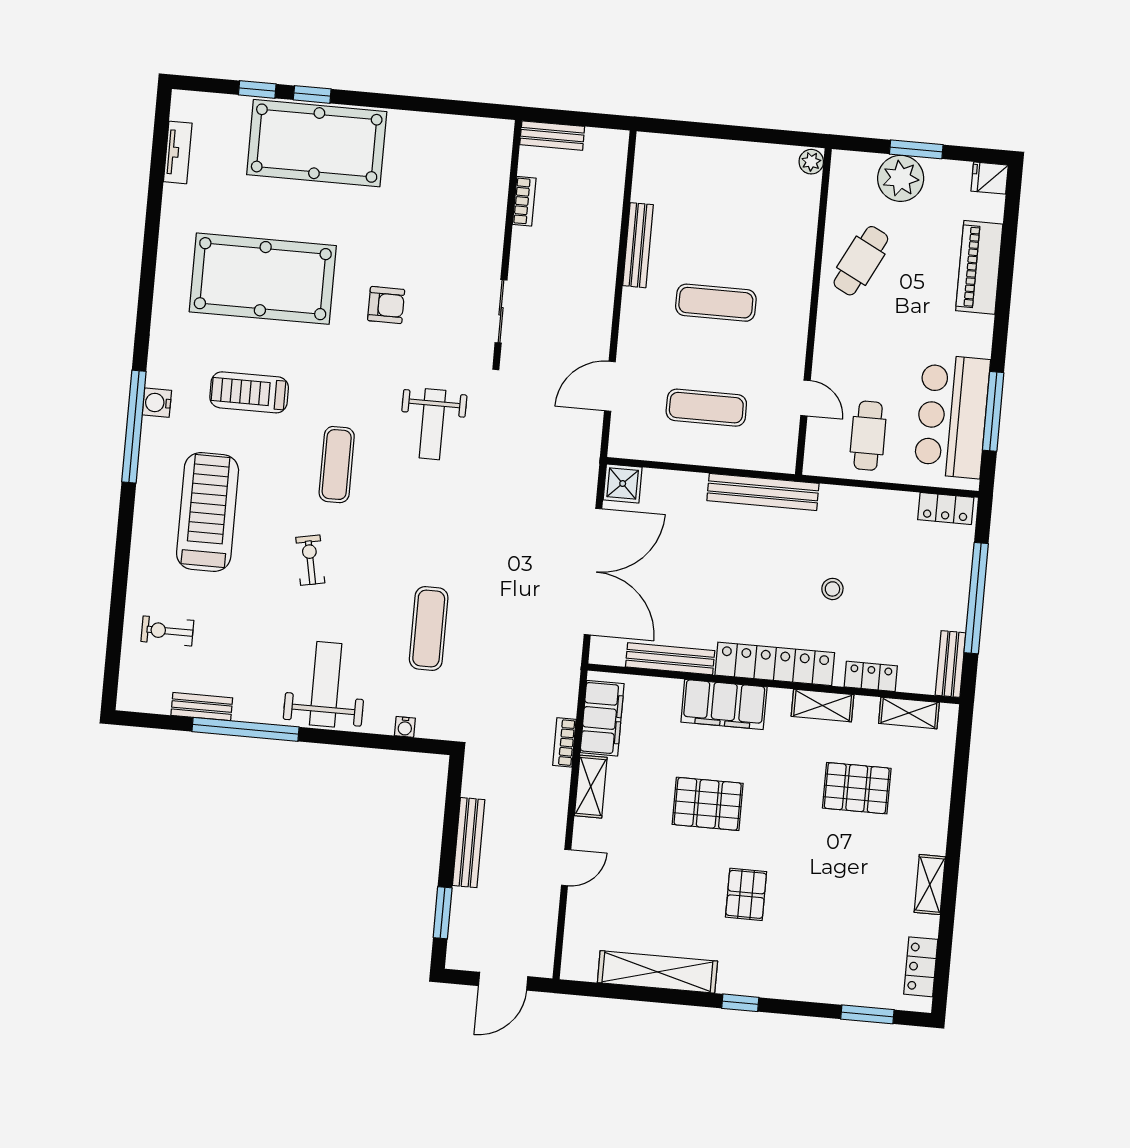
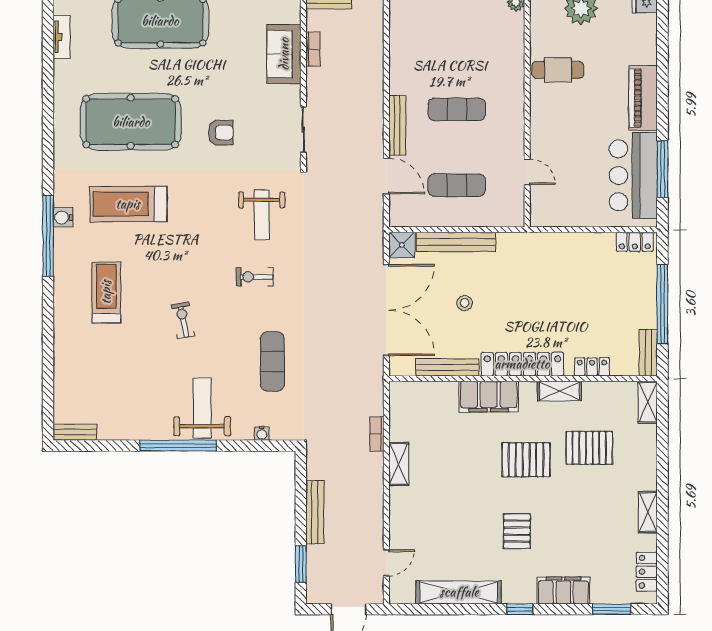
sofa: (483, 204) -> (284, 54), added
bench: (638, 245) -> (397, 125), moved
cafe table: (861, 261) -> (558, 70), turned 63
piano: (979, 267) -> (643, 98), moved
door: (610, 386) -> (386, 176), swing flipped
treadmill: (249, 392) -> (128, 204), width x1.37, depth x1.38
cafe table: (868, 436) -> (574, 195), removed
exercise mat: (337, 465) -> (196, 250), removed
bench: (763, 492) -> (456, 242), moved
treadmill: (208, 512) -> (106, 292), width x0.73, depth x0.73
stool: (832, 589) -> (465, 303), moved
exercise bike: (167, 631) -> (255, 277), moved
bench: (202, 707) -> (75, 432), moved
shelving: (909, 713) -> (648, 402), moved, turned 90
filing cabinet: (602, 718) -> (563, 590), moved, turned -90
window: (246, 729) -> (178, 446), moved
pallet: (708, 804) -> (526, 460), moved
door: (566, 868) -> (386, 563), moved

